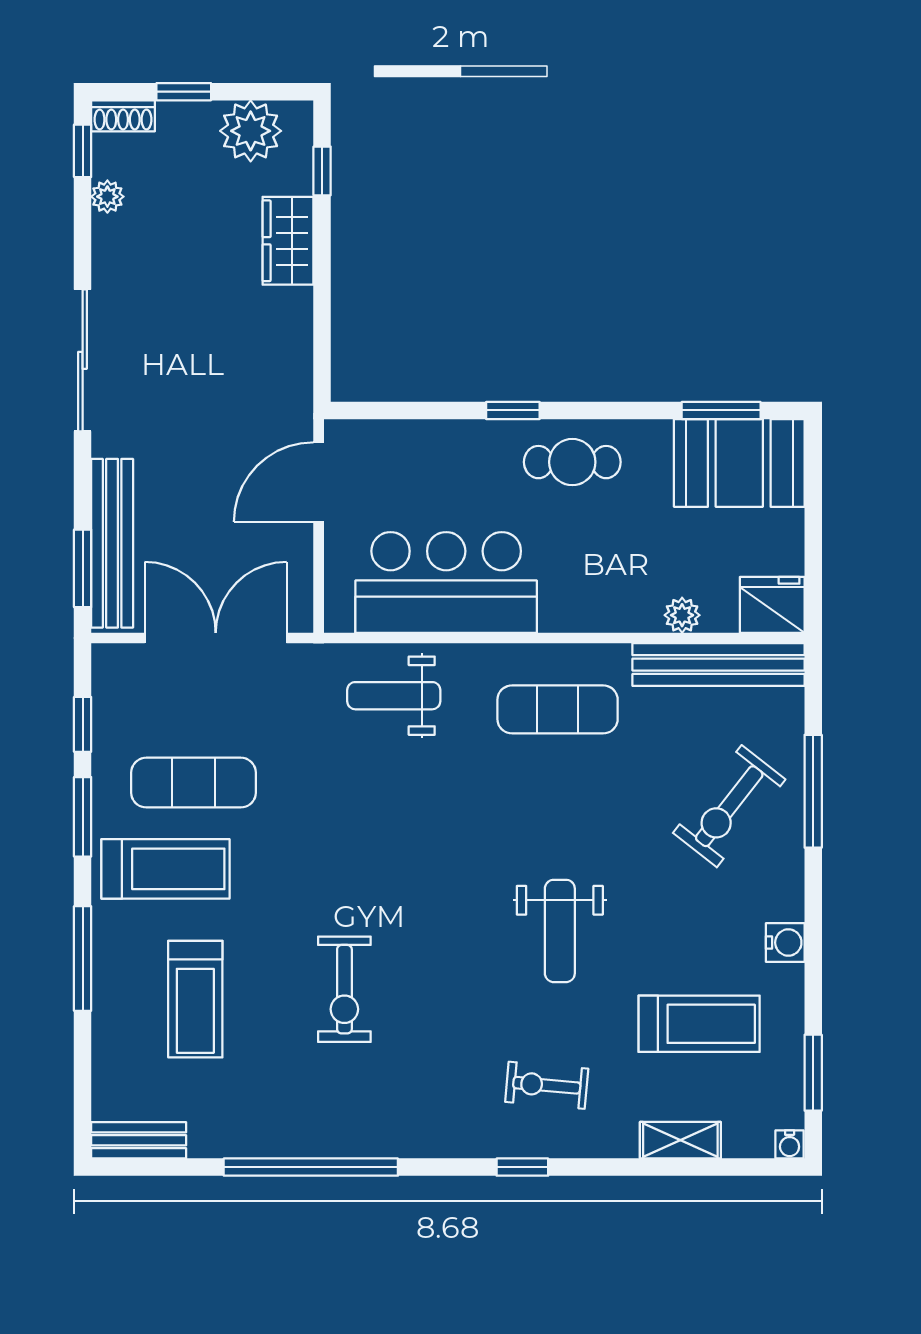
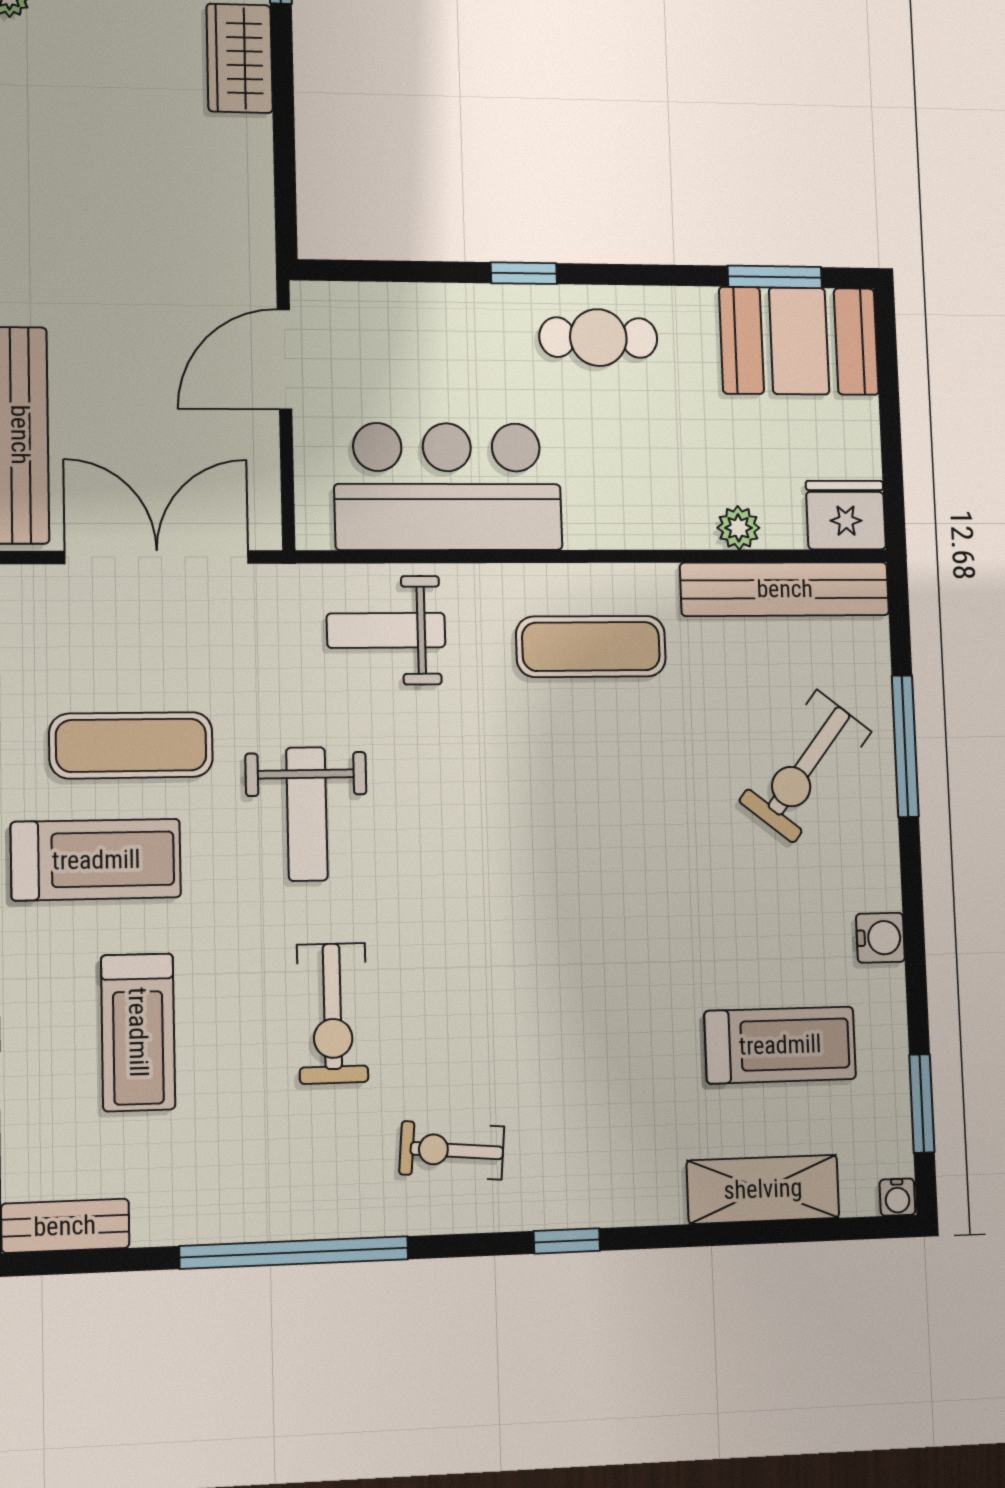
weight bench: (560, 931) -> (307, 814), moved
exercise bike: (547, 1085) -> (452, 1150), moved
shelving: (680, 1140) -> (763, 1189), width x1.50, depth x1.33

